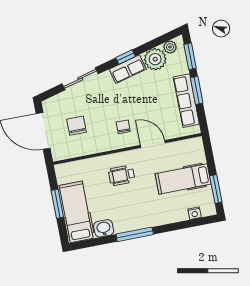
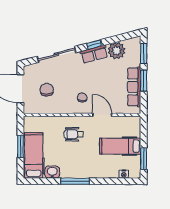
plant: (170, 47) -> (130, 44), removed
sliding door: (80, 79) -> (56, 54), width x1.37

